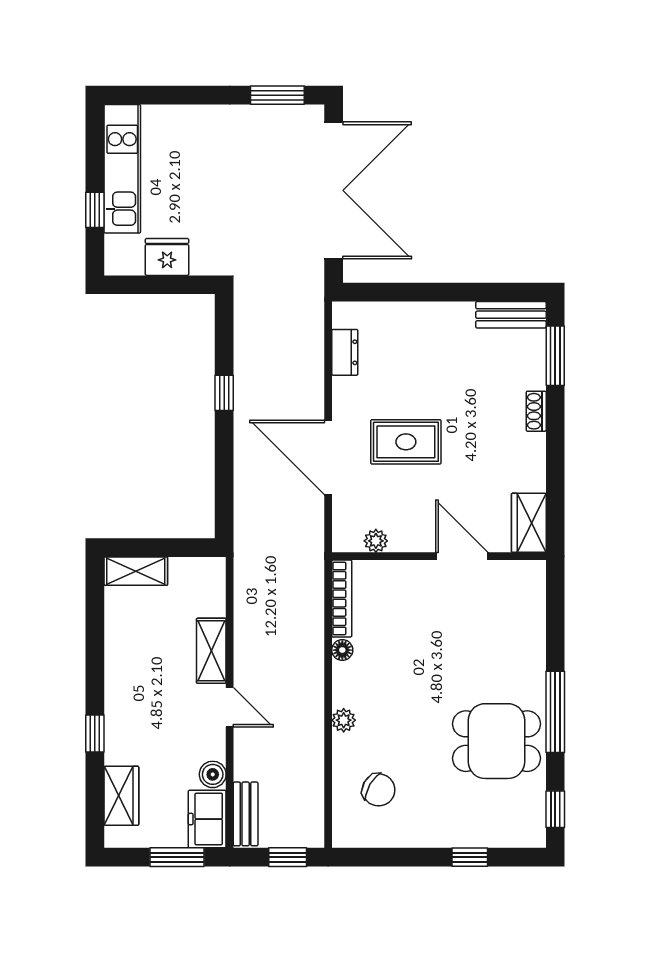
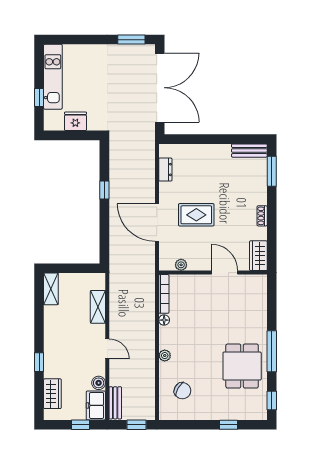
shoe rack: (536, 411) -> (262, 216), moved
shelving: (136, 571) -> (51, 289), moved, turned 90
shelving: (211, 651) -> (98, 307), moved
dining table: (497, 741) -> (242, 366), turned 90
window: (177, 857) -> (81, 425), width x0.67

